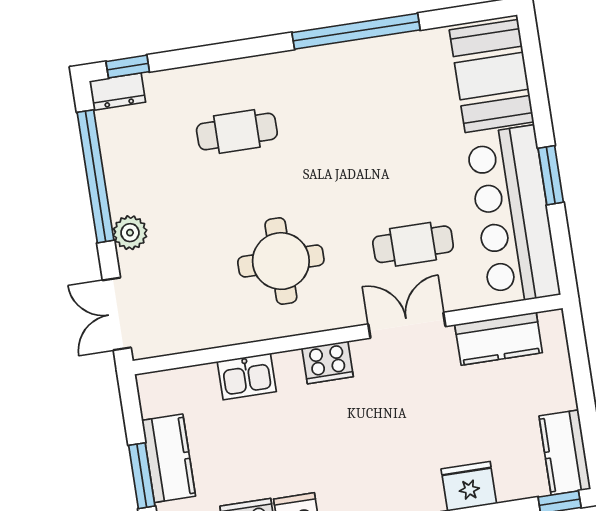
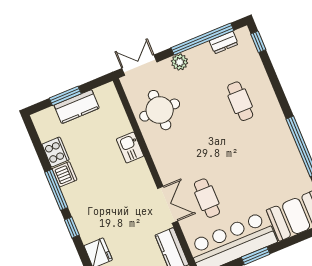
dresser: (117, 92) -> (224, 43), moved, turned -90
round table: (281, 261) -> (160, 110), moved
cooker: (328, 362) -> (141, 171), removed
kitchen sink: (247, 377) -> (130, 148), moved

